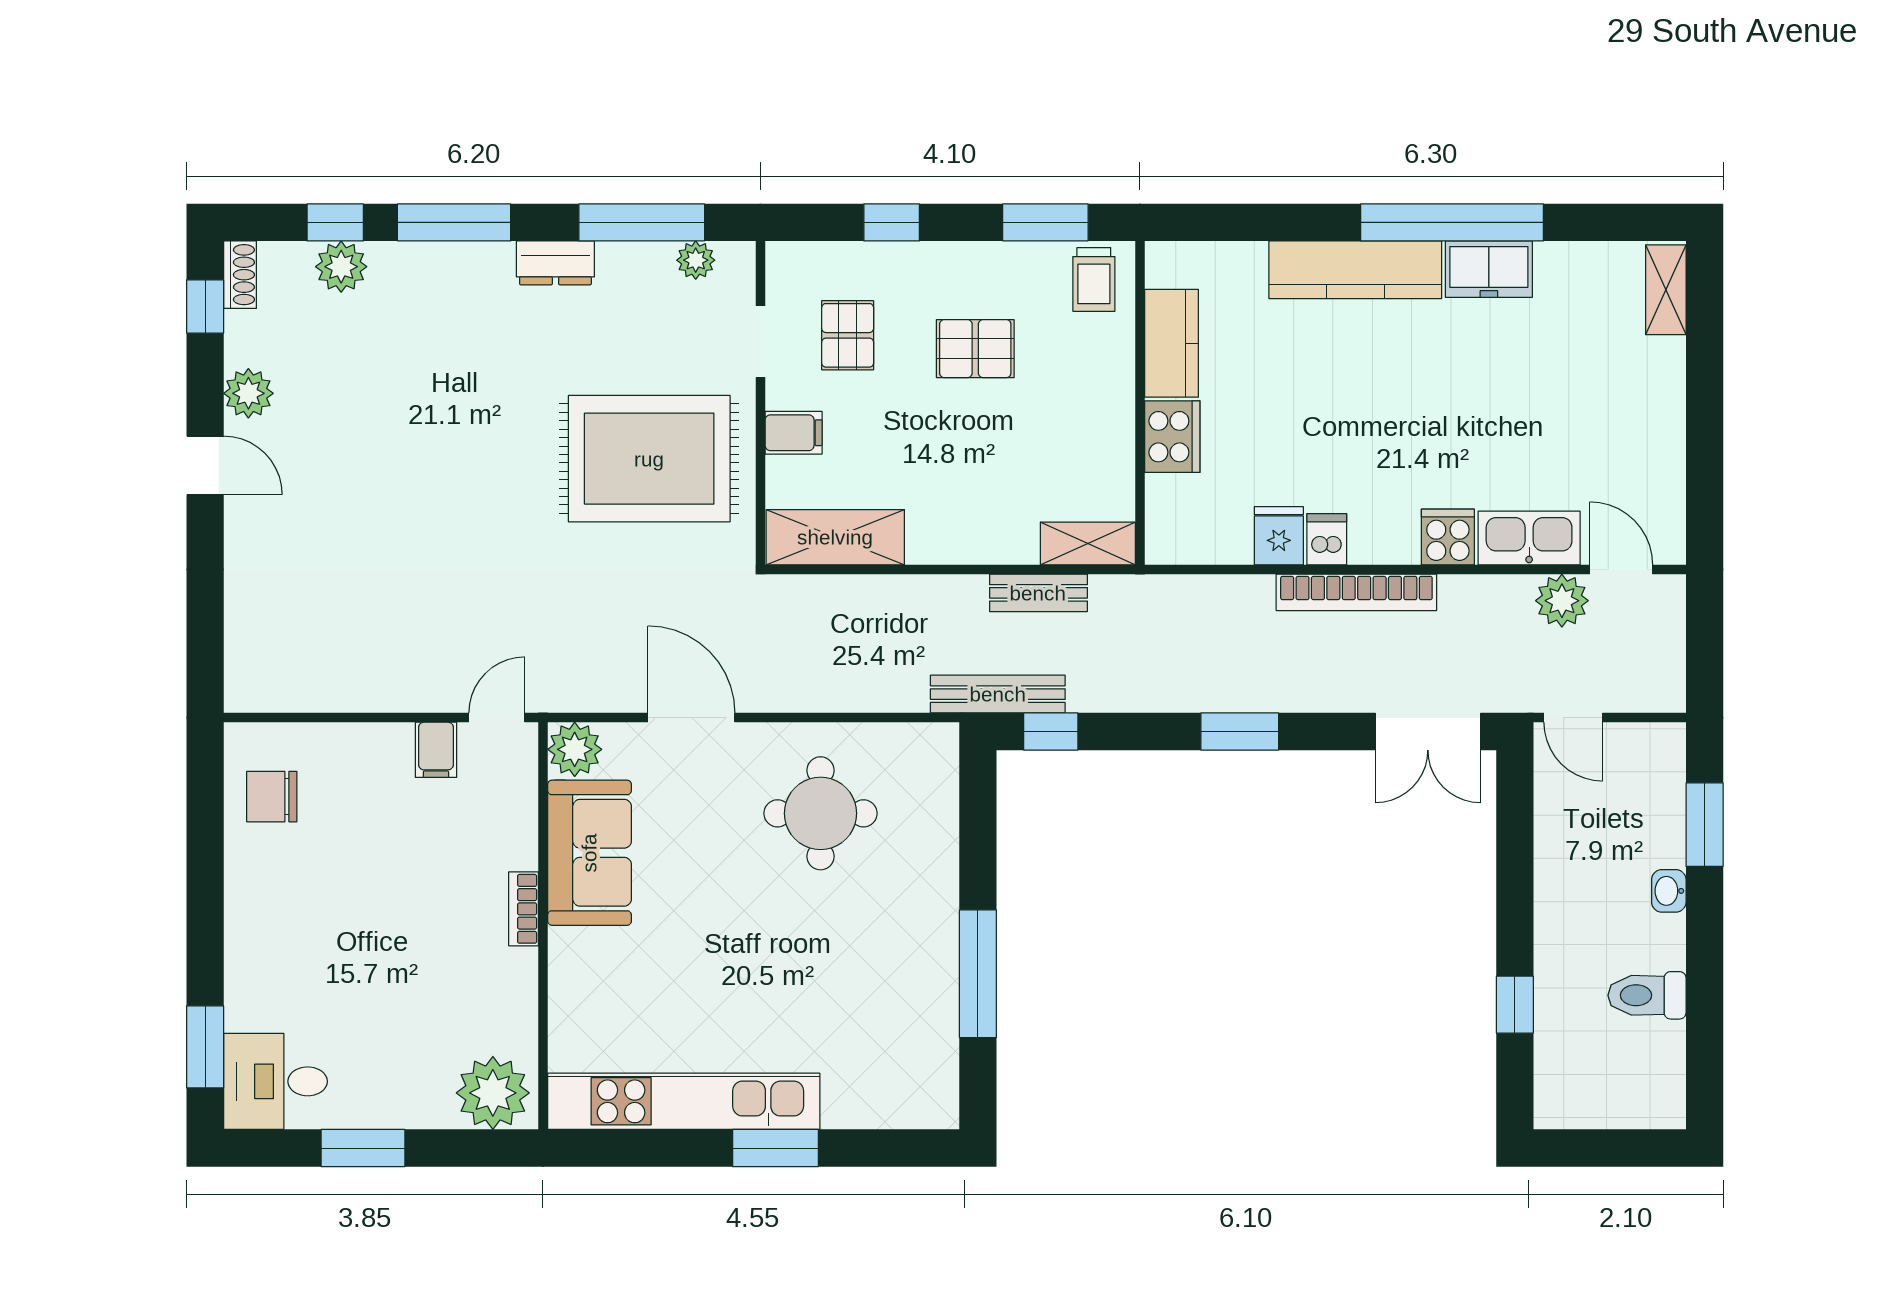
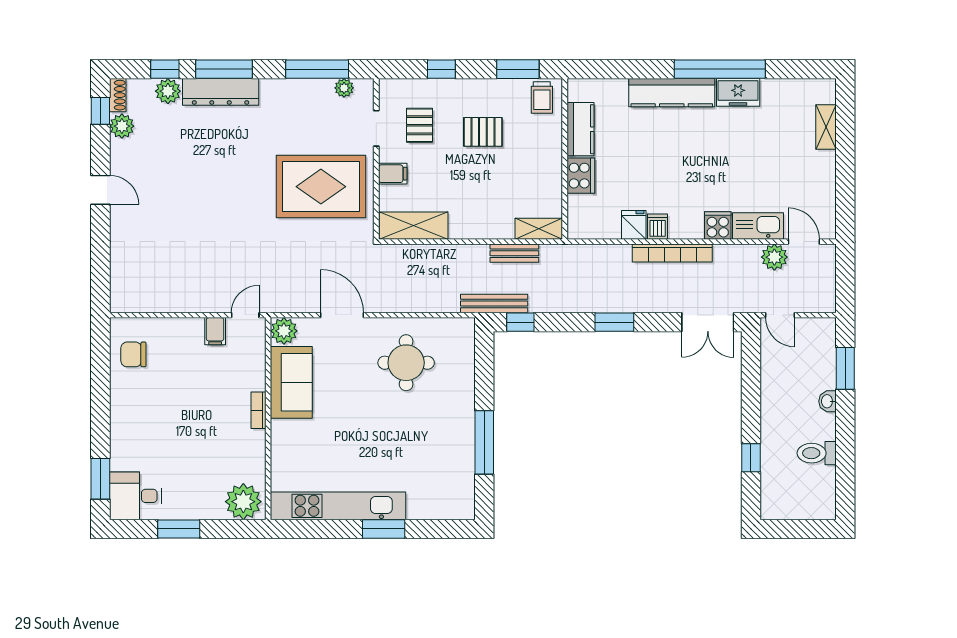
dresser: (555, 263) -> (221, 92), moved, width x1.96, depth x1.24
shelving: (1666, 290) -> (826, 127), moved
plant: (248, 393) -> (122, 126), moved

